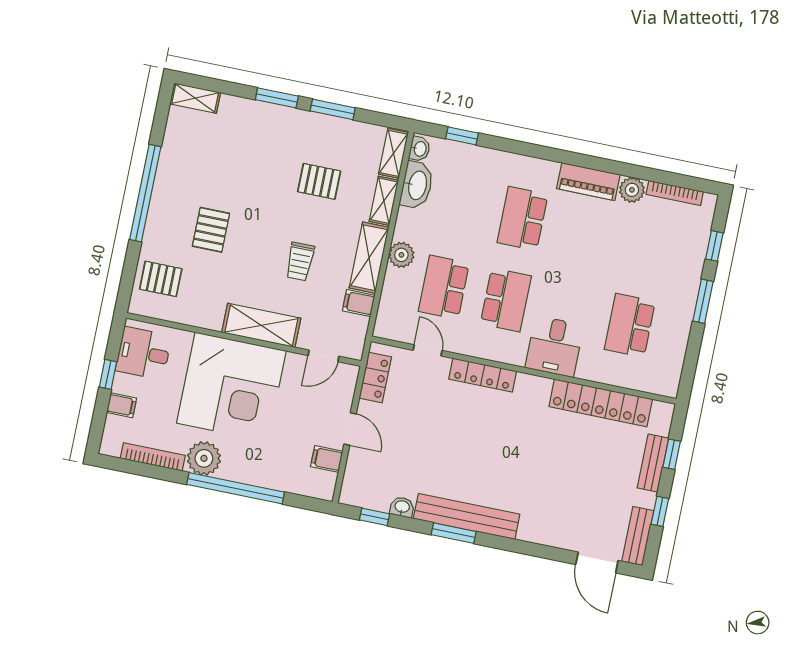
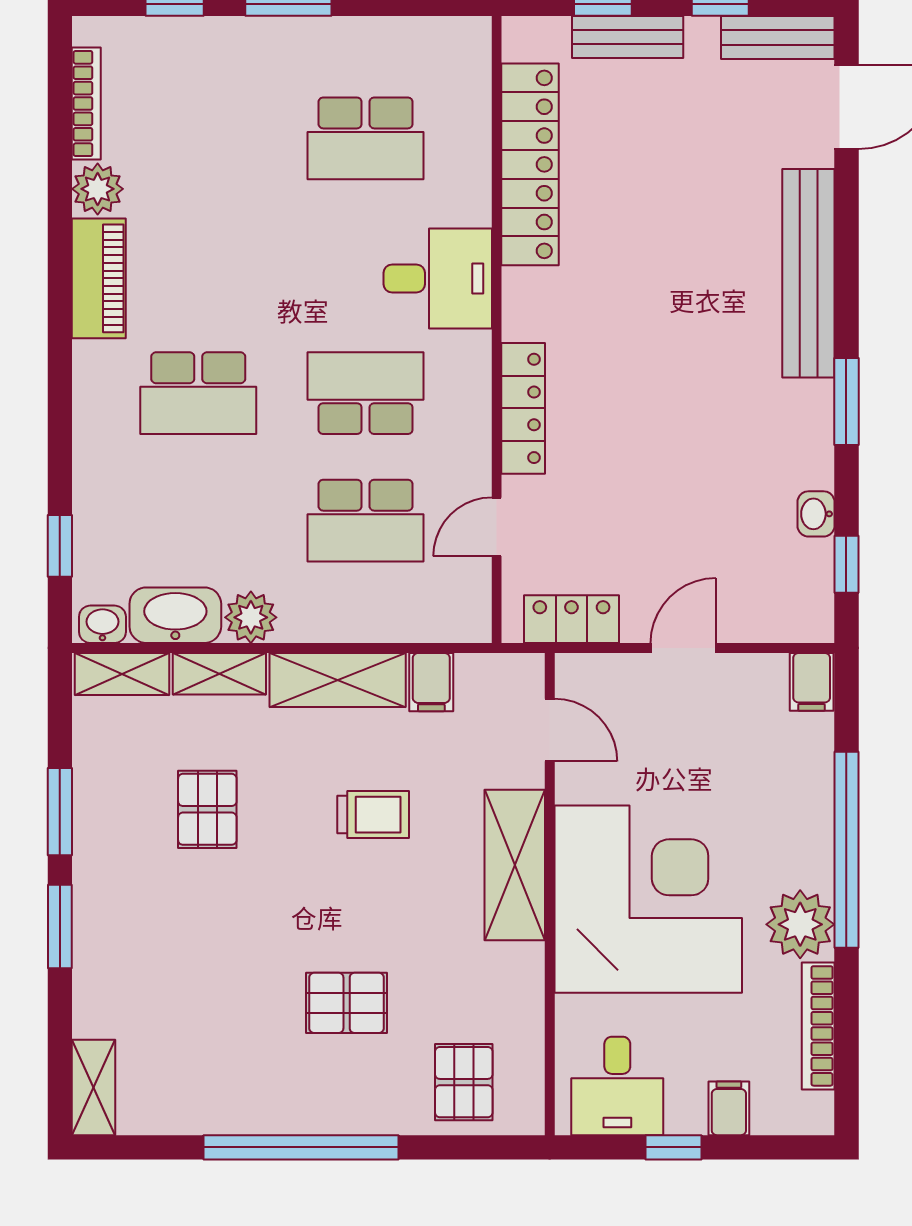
plant: (401, 255) -> (251, 617), moved
filing cabinet: (327, 459) -> (812, 682), moved
bench: (467, 516) -> (808, 273), moved

